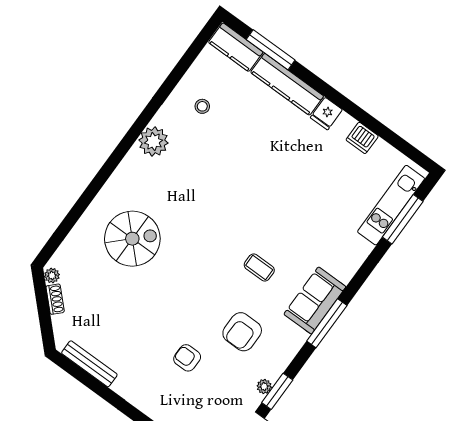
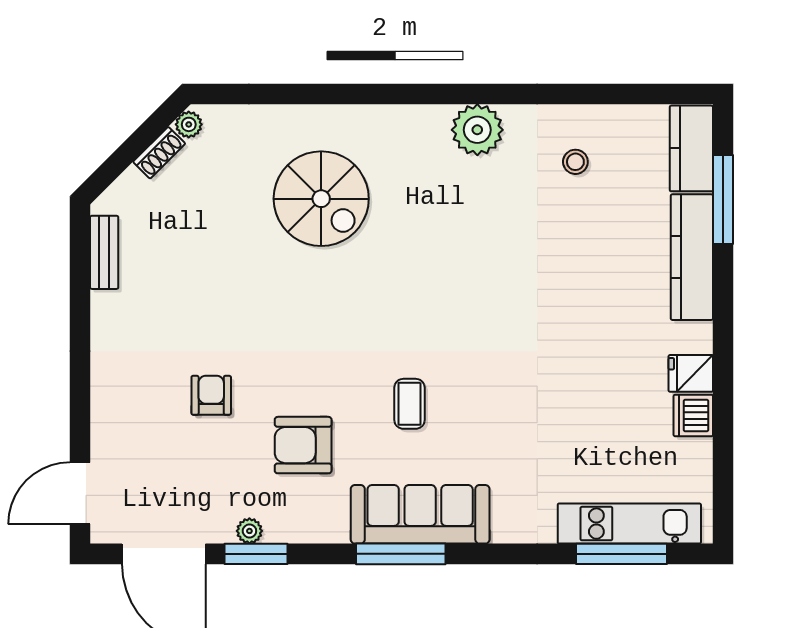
fridge: (326, 114) -> (691, 373), moved
sofa: (315, 300) -> (420, 514), width x1.36
bench: (89, 364) -> (104, 252), width x0.73

